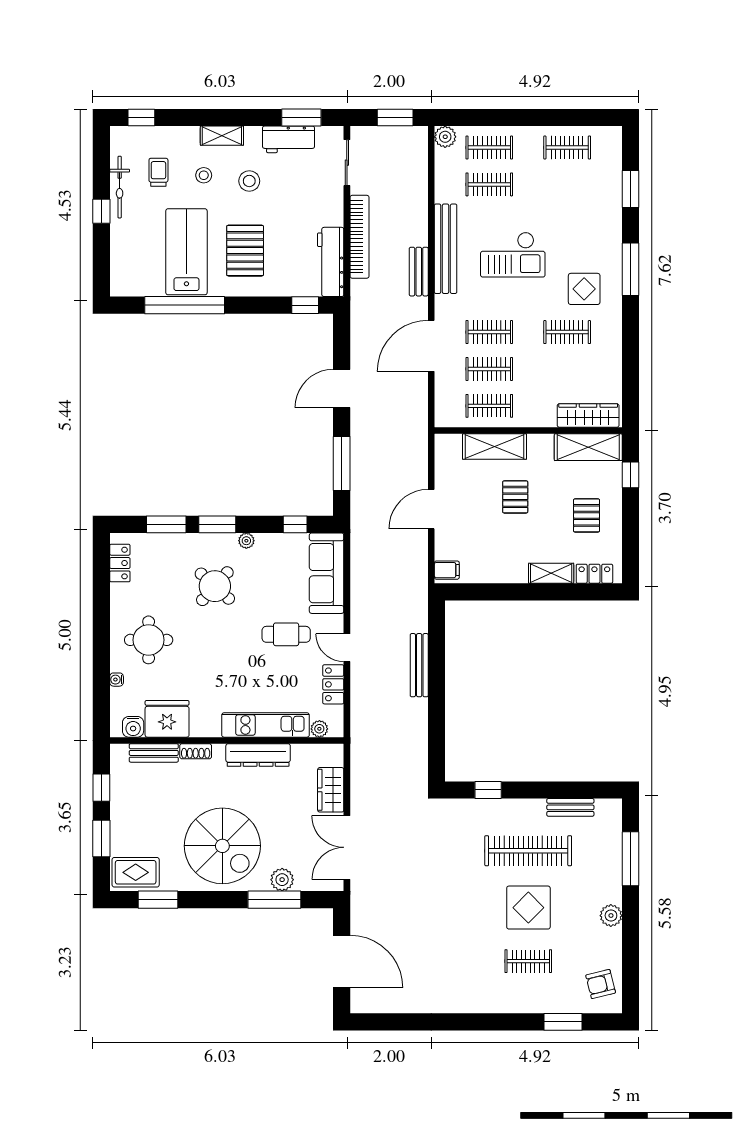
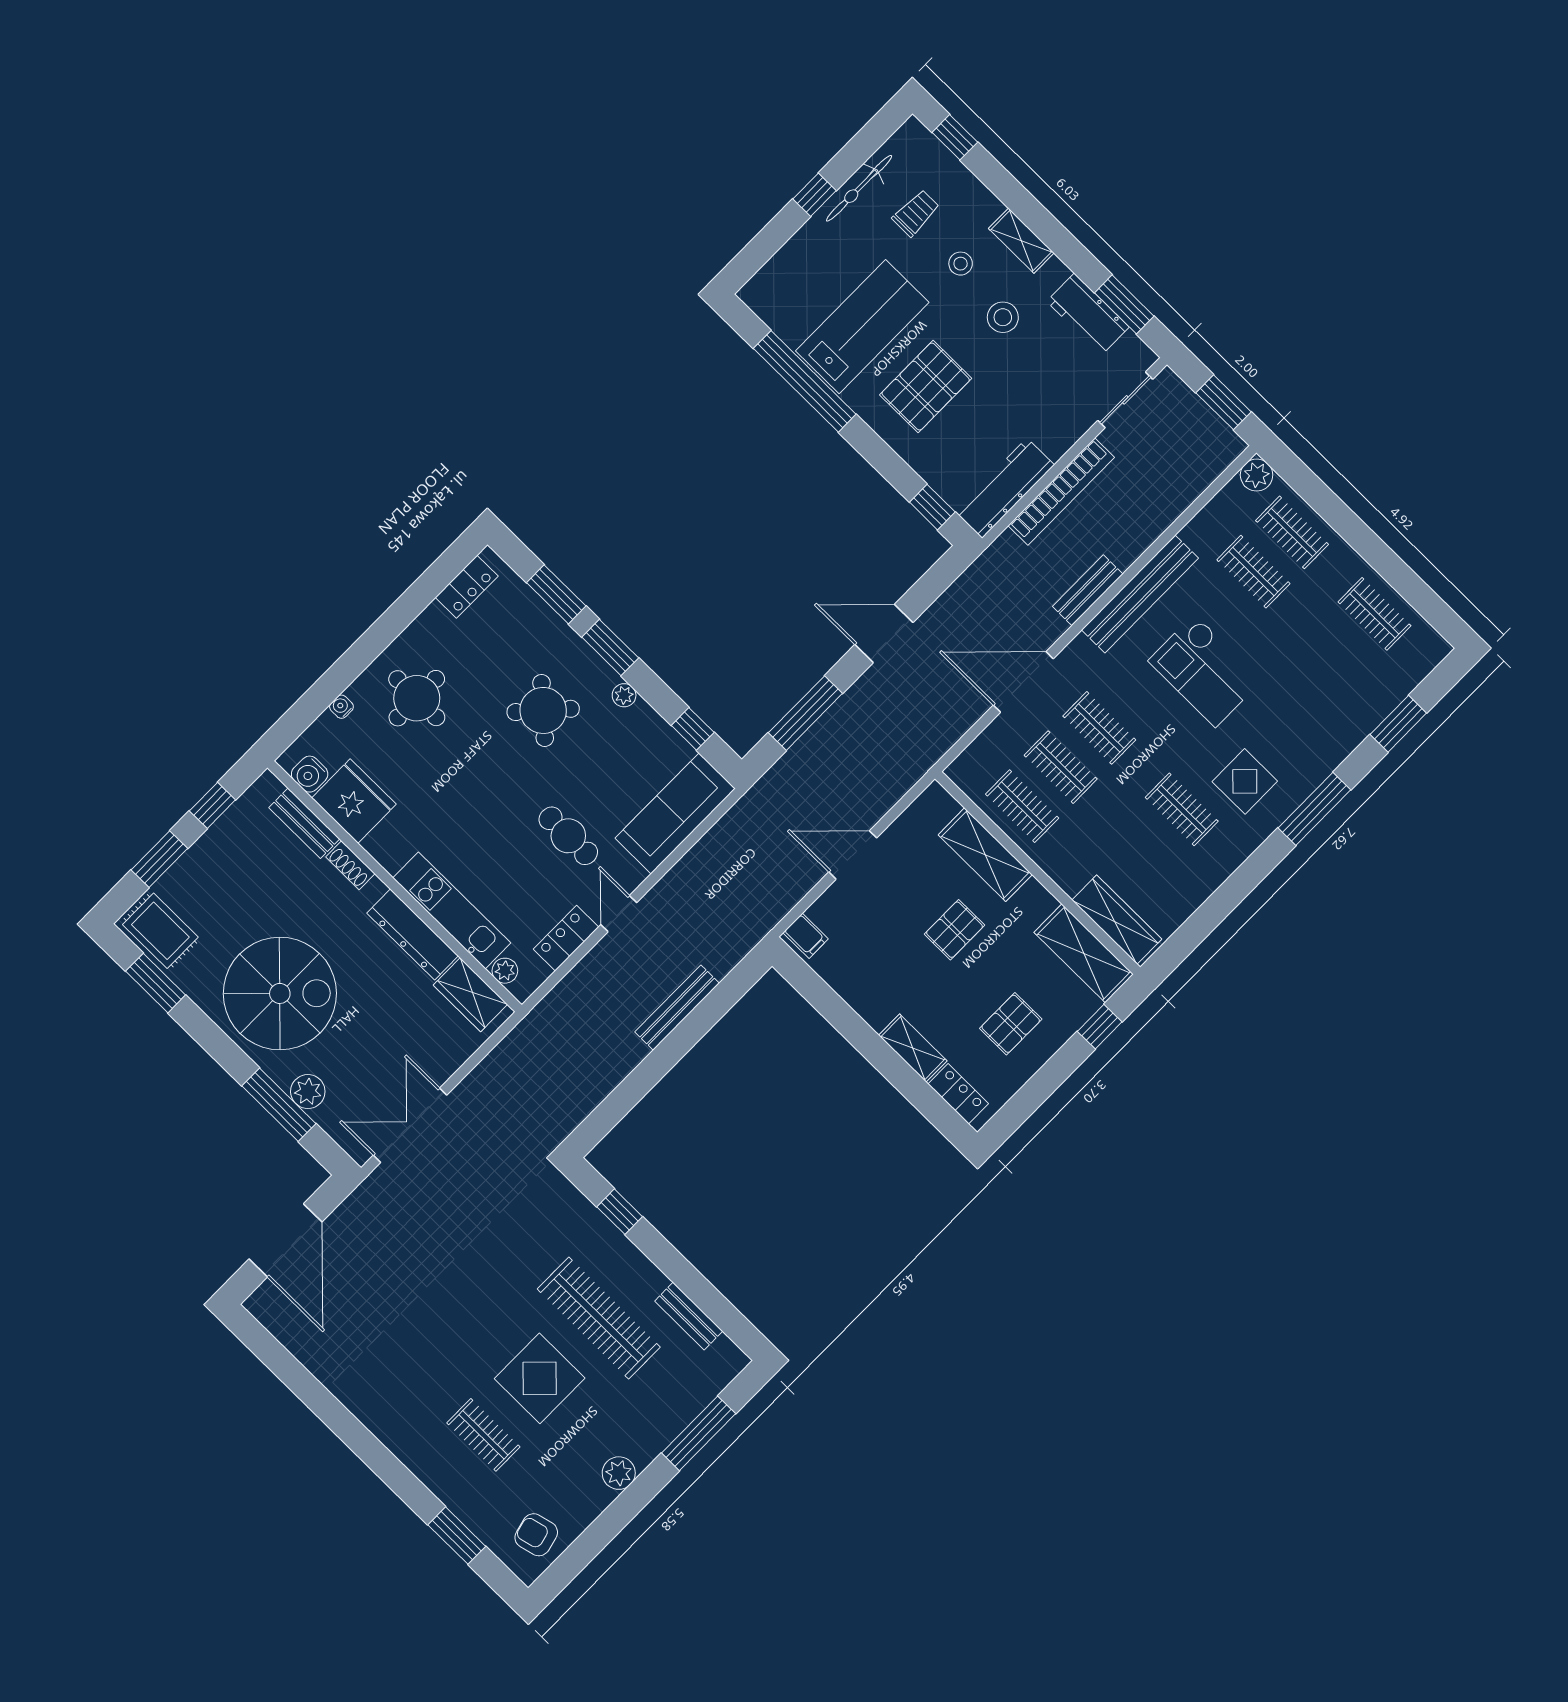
wardrobe: (331, 790) -> (470, 995), moved, turned -90
spiral stairs: (222, 846) -> (280, 993), turned -90

